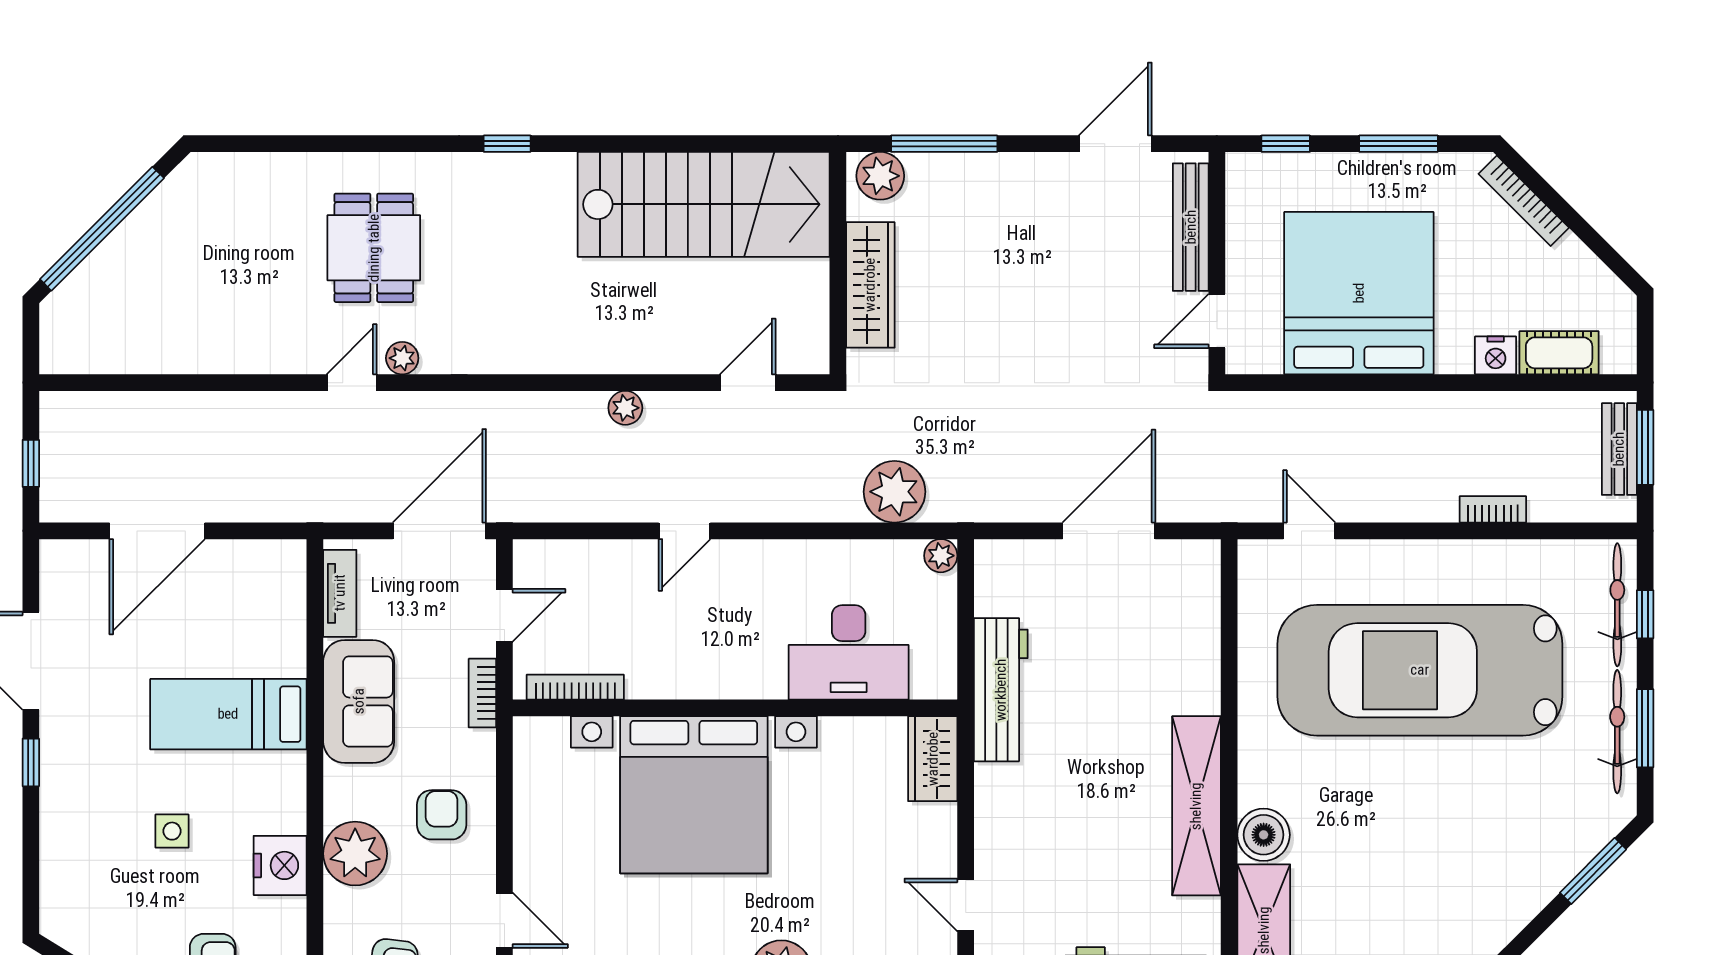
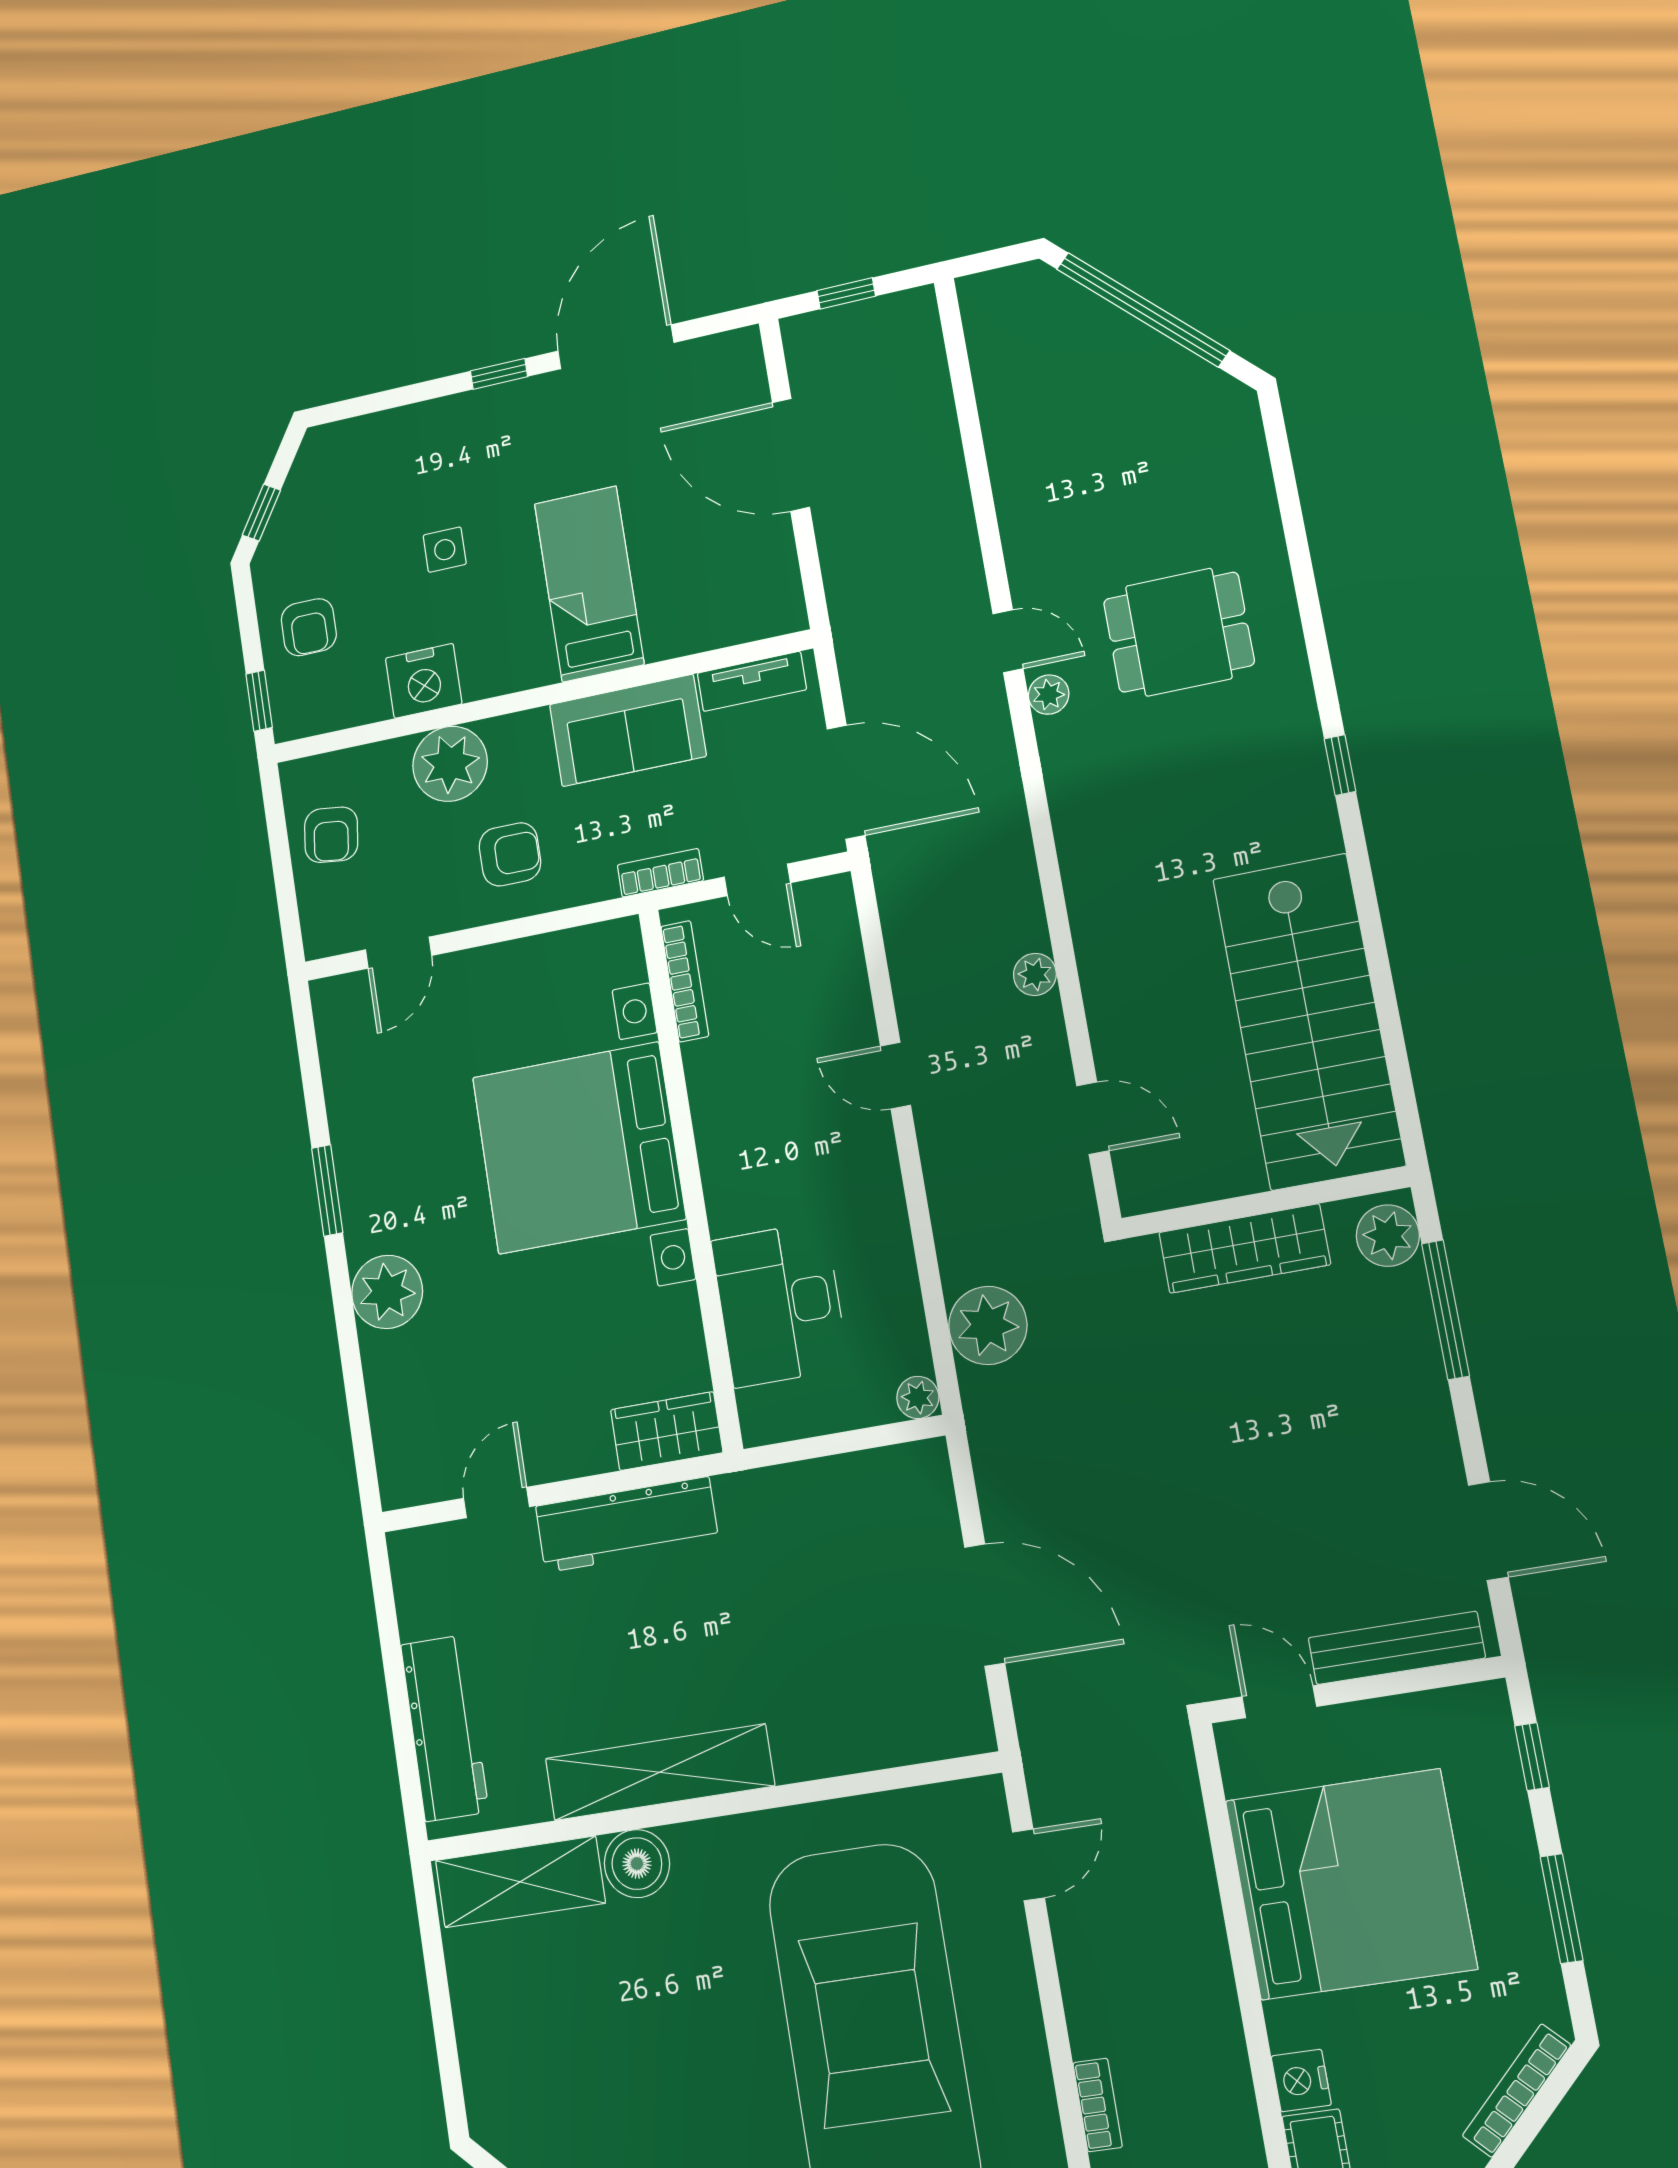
workbench: (1001, 690) -> (627, 1525), moved

